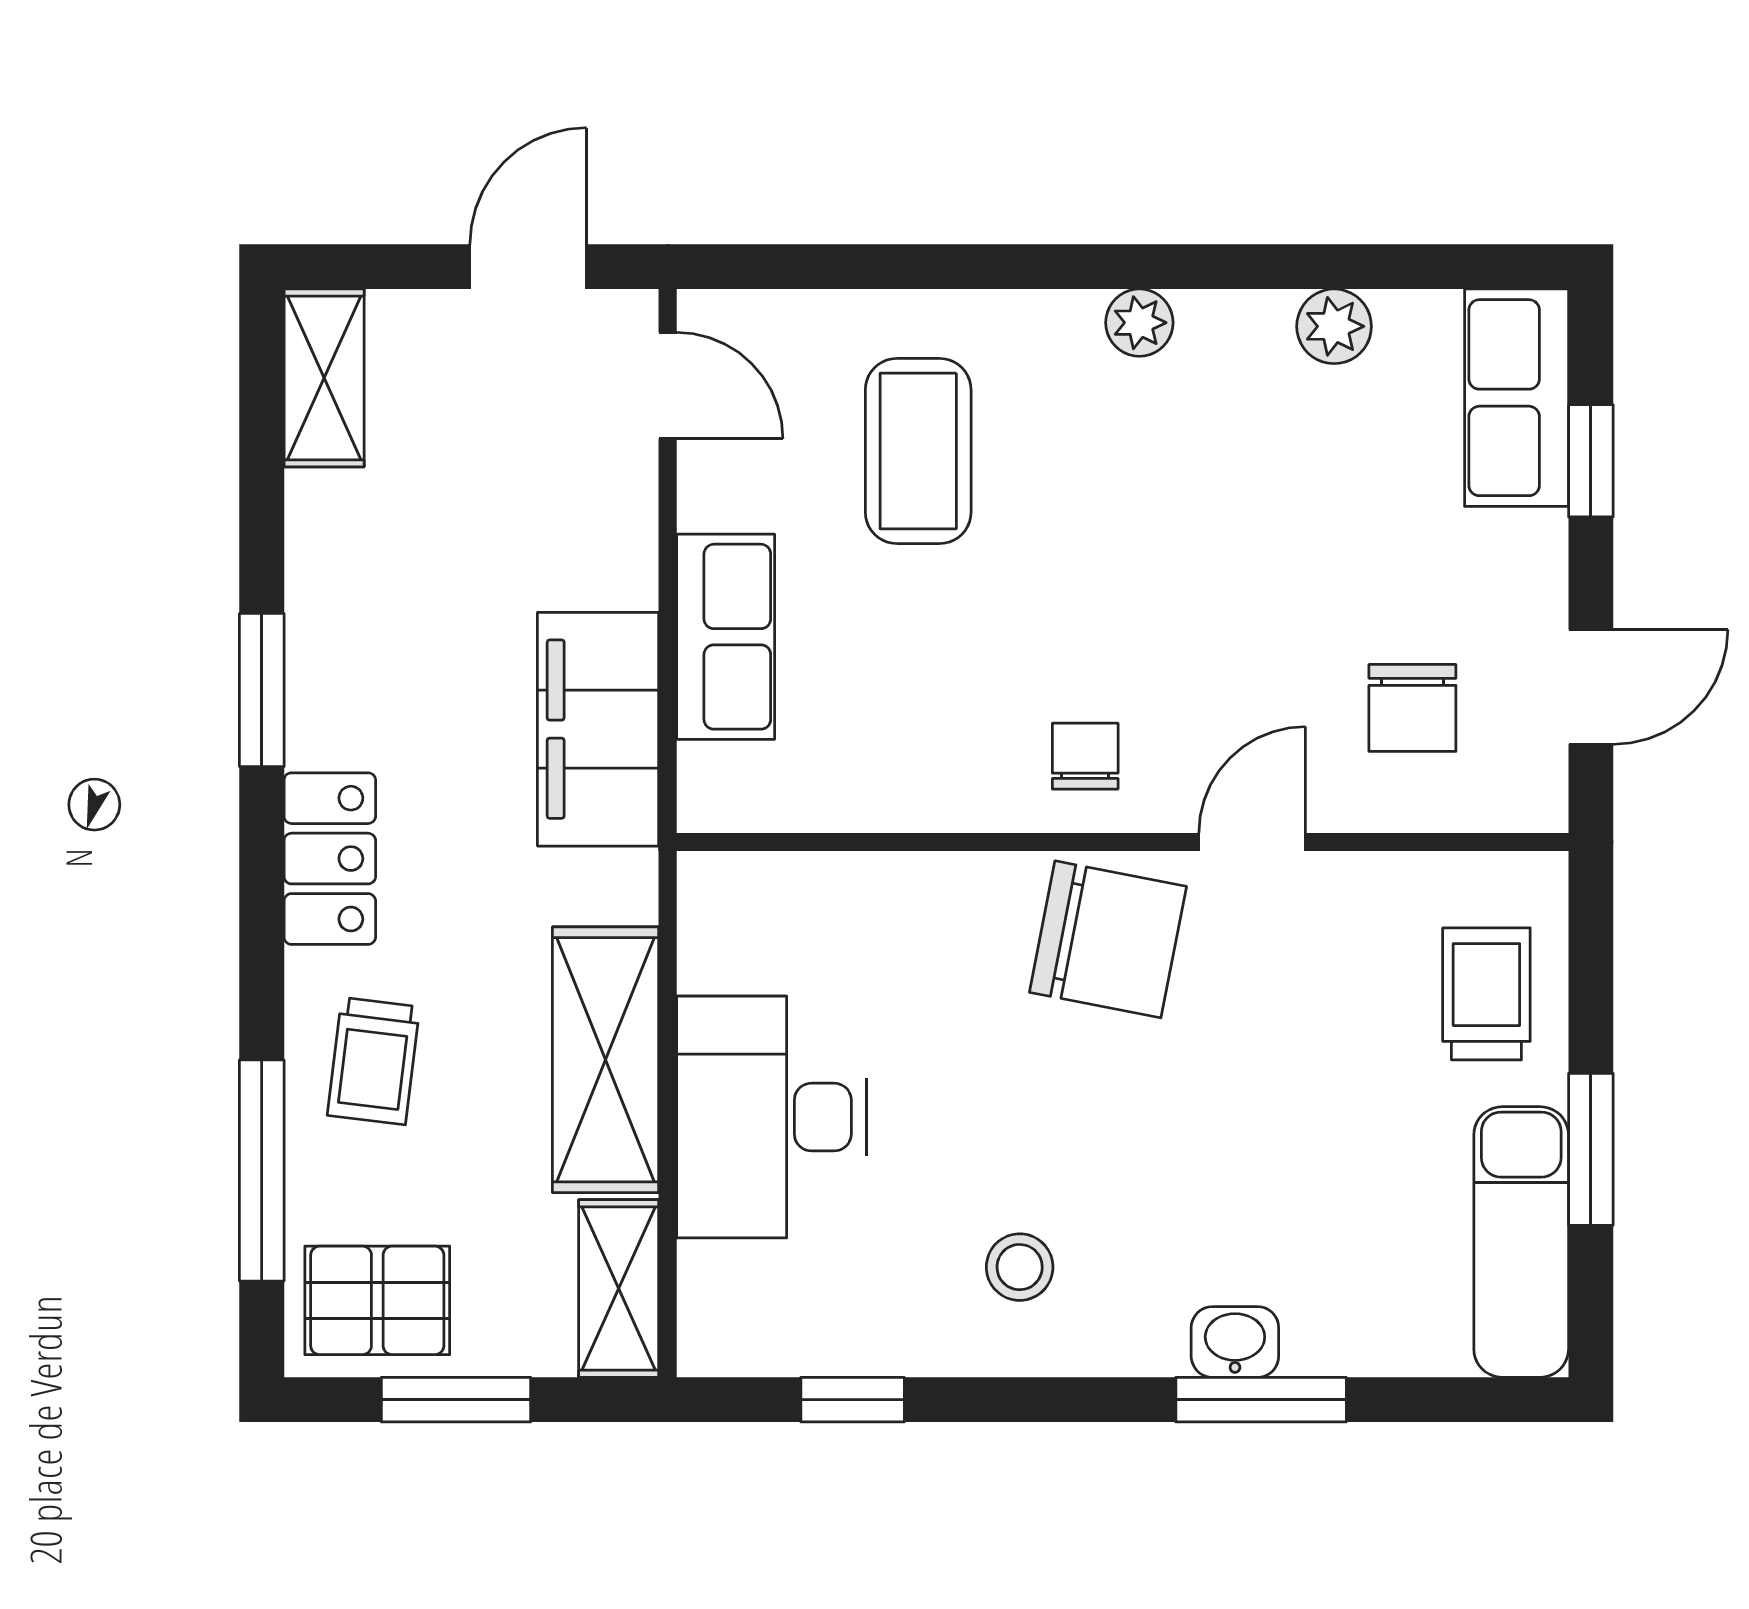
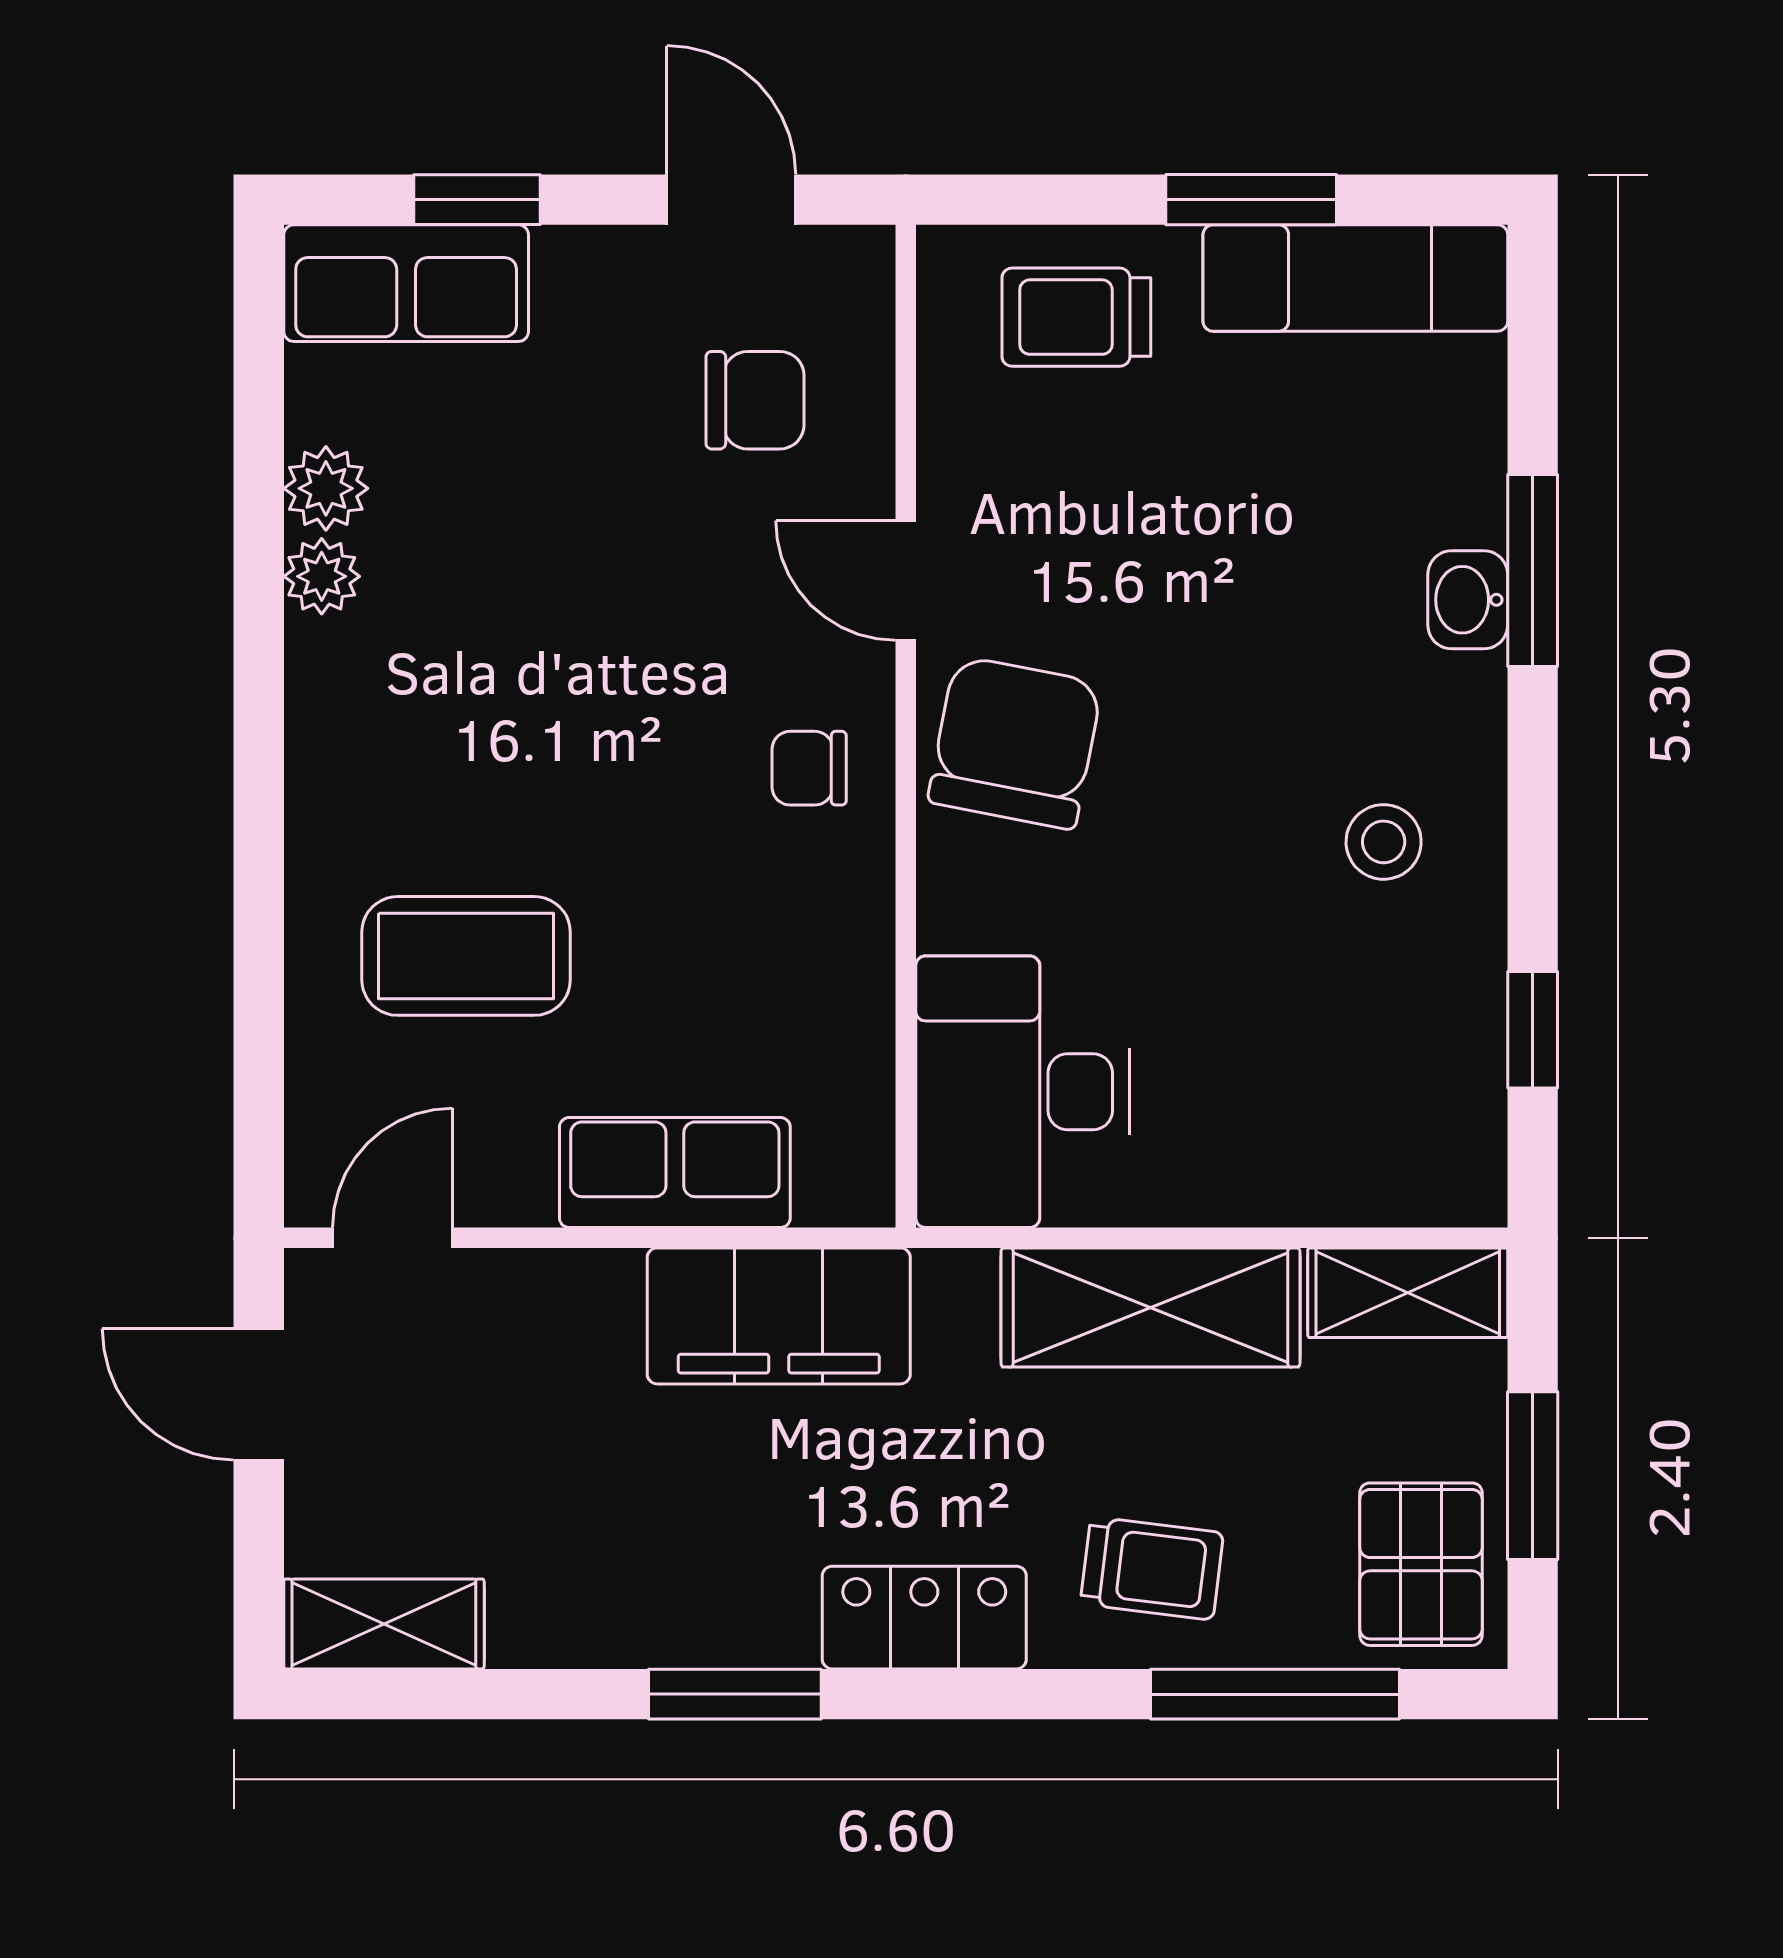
plant: (1139, 323) -> (322, 576), moved
desk: (771, 1117) -> (1023, 1092), moved, turned 90

